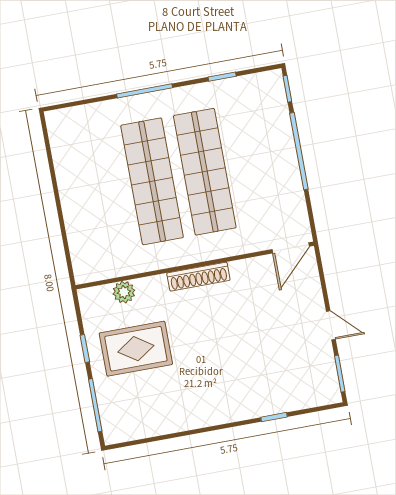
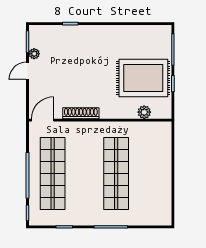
shop shelf: (205, 172) -> (53, 174), moved
shoe rack: (198, 277) -> (81, 113), moved
door: (331, 325) -> (27, 71), hinge flipped
rug: (136, 349) -> (143, 78), width x1.37, depth x1.44
plant: (325, 356) -> (34, 54), added

